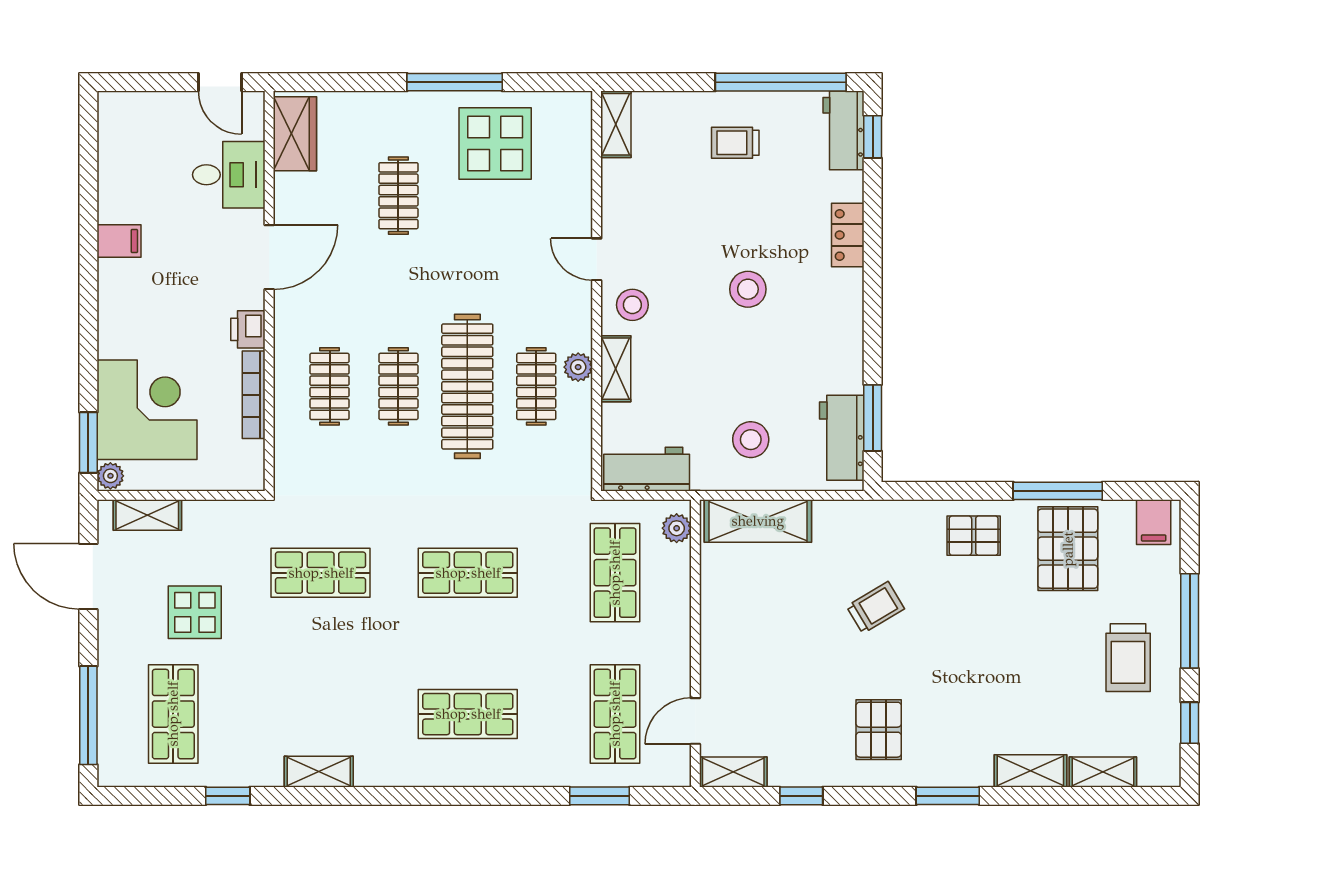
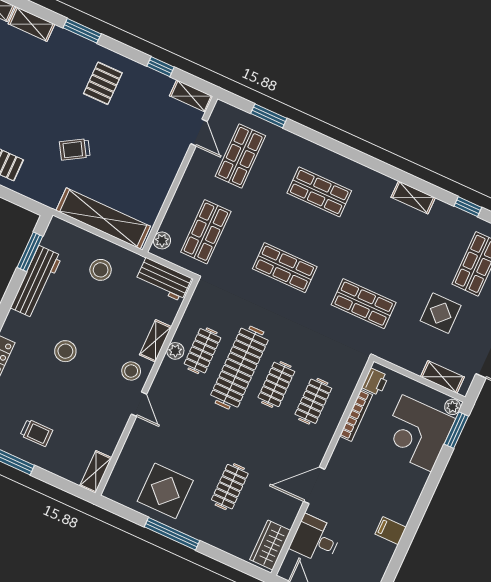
printer: (248, 329) -> (375, 382), moved
workbench: (842, 438) -> (36, 282), moved, width x1.38
shelving: (758, 521) -> (103, 218), width x1.47
door: (695, 721) -> (199, 133), hinge flipped

